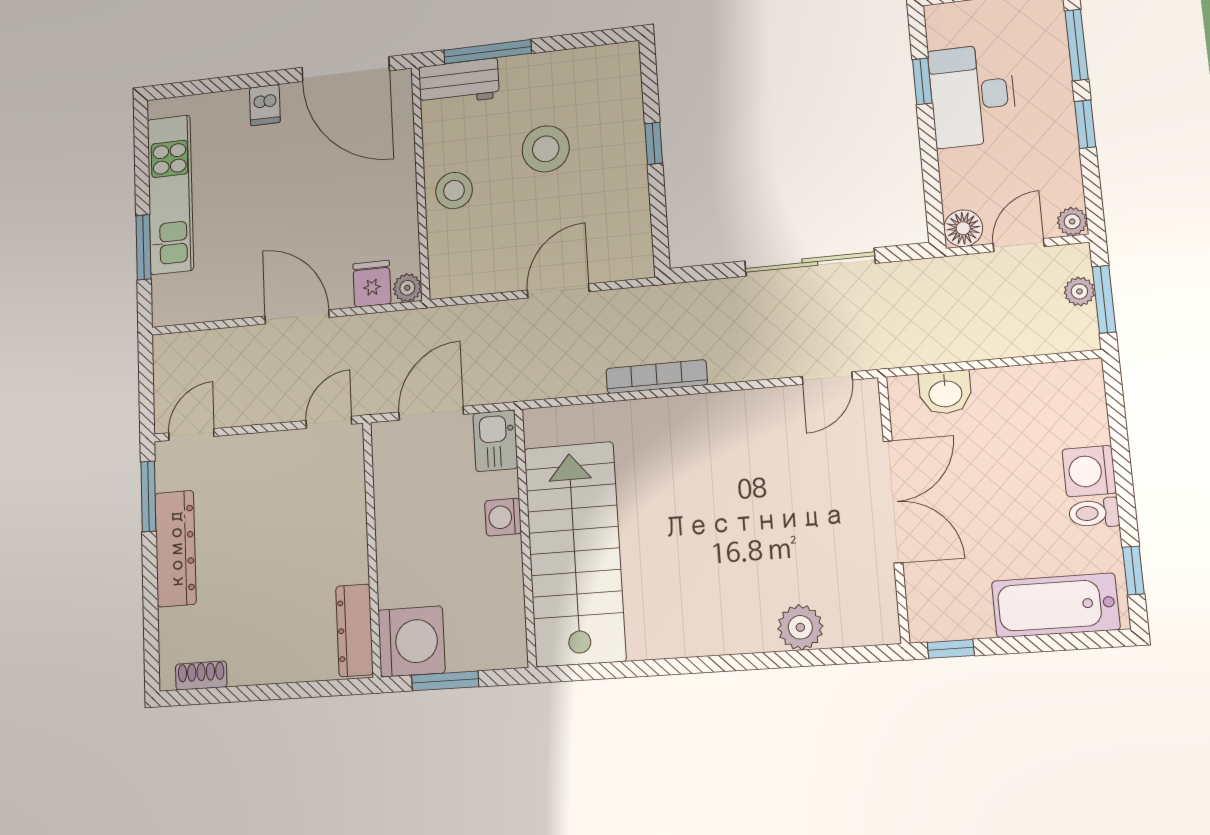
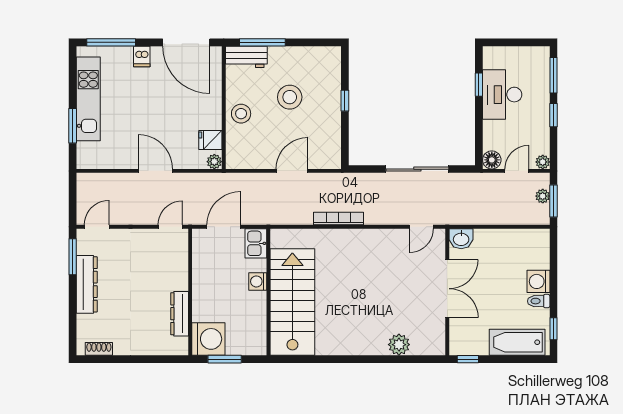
window: (209, 86) -> (111, 42), added
fridge: (372, 284) -> (210, 140), moved, turned -90
washbasin: (945, 393) -> (461, 239), moved
dresser: (354, 630) -> (180, 314), moved

